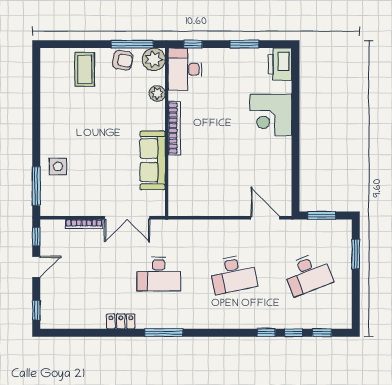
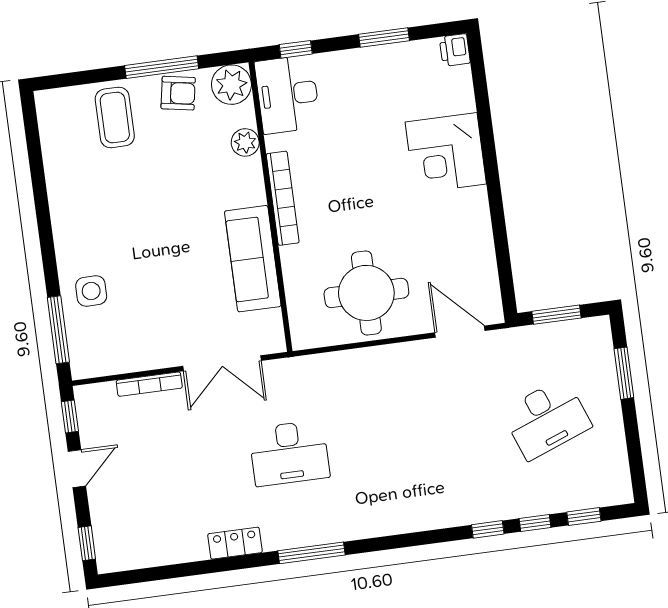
window: (132, 44) -> (162, 67), moved
printer: (280, 64) -> (455, 50), width x0.53, depth x0.68
round table: (215, 189) -> (366, 293), added
desk: (233, 274) -> (418, 436), removed

